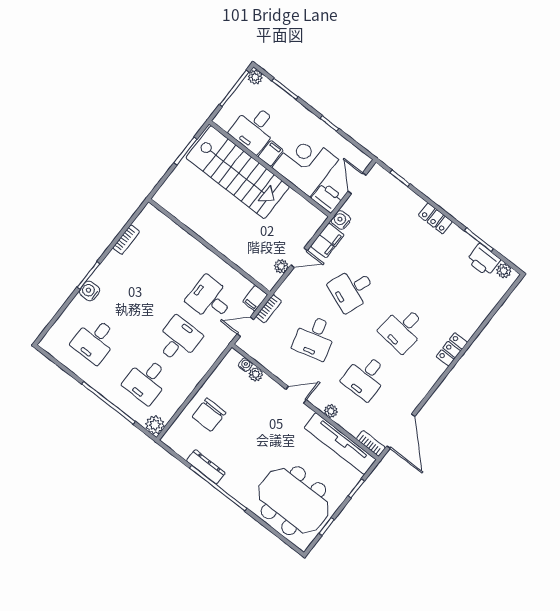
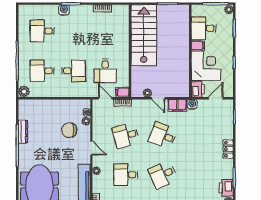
stairs: (238, 172) -> (144, 35), moved, turned 180
desk: (210, 299) -> (105, 71), turned 180
desk: (403, 329) -> (163, 175), turned -30
chair: (209, 415) -> (69, 130), moved

